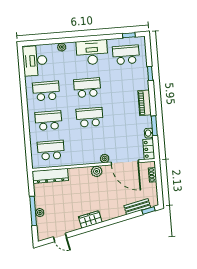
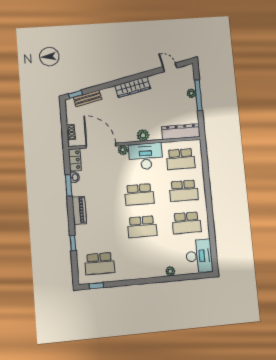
desk: (92, 52) -> (146, 156), moved, turned 180
plant: (97, 171) -> (143, 135), moved
wardrobe: (90, 219) -> (133, 87), width x1.50

